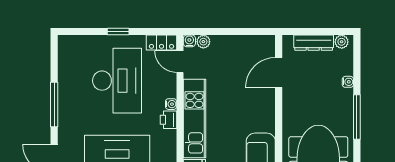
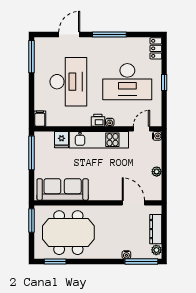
plant: (203, 42) -> (157, 172), moved
locker: (162, 43) -> (156, 48), moved
window: (357, 117) -> (141, 261), moved

